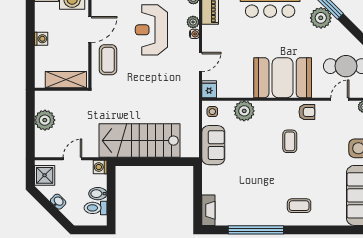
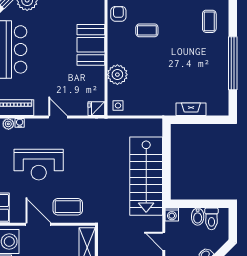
plant: (193, 22) -> (31, 124), removed
water cooler: (194, 34) -> (20, 123), moved
door: (201, 62) -> (58, 117), moved
booth: (283, 78) -> (91, 45), width x0.73, depth x0.70
sofa: (213, 145) -> (151, 105), removed
fireplace: (208, 210) -> (191, 109), moved

